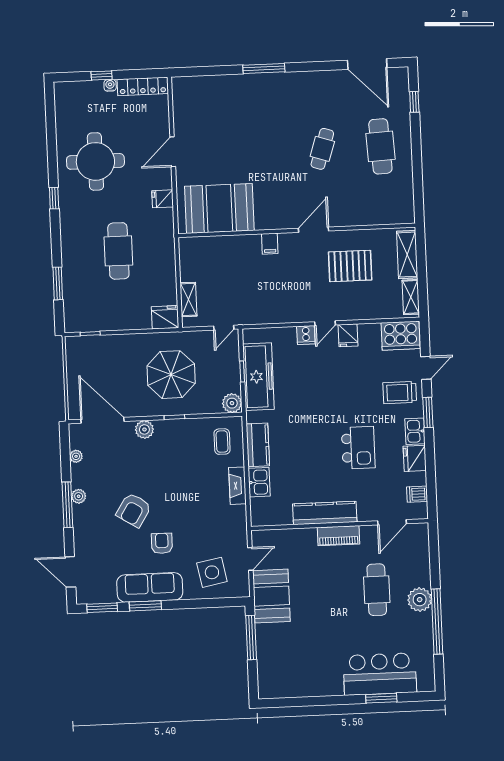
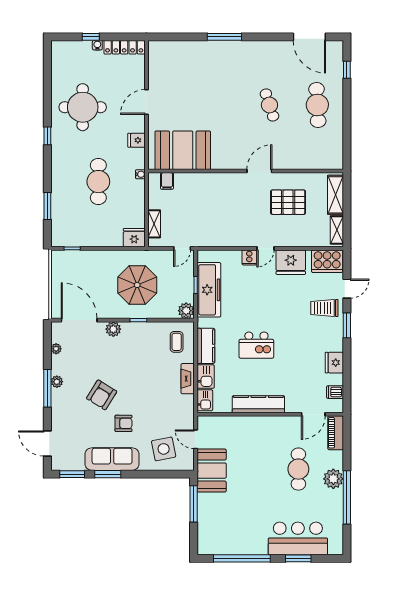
cafe table: (322, 149) -> (269, 105), turned -36
water cooler: (169, 240) -> (140, 174), added
filing cabinet: (270, 244) -> (167, 181), moved
fridge: (348, 335) -> (291, 262), width x1.88, depth x1.34
kitchen sink: (415, 431) -> (205, 400), moved, turned 180
kitchen island: (358, 448) -> (256, 345), moved, turned 90
piano: (339, 536) -> (336, 433), moved, turned 90
armchair: (162, 543) -> (124, 423), turned 90
door: (250, 559) -> (196, 439), swing flipped
window: (313, 701) -> (242, 558), added

